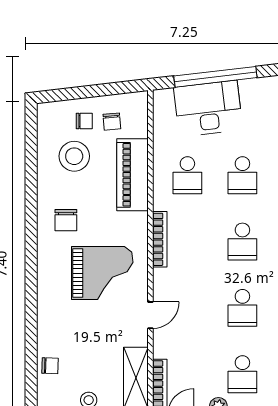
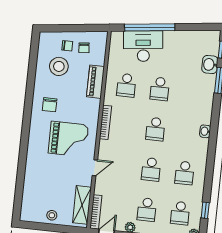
piano: (133, 175) -> (95, 82), width x0.73, depth x0.75
chair: (50, 366) -> (31, 192), removed

